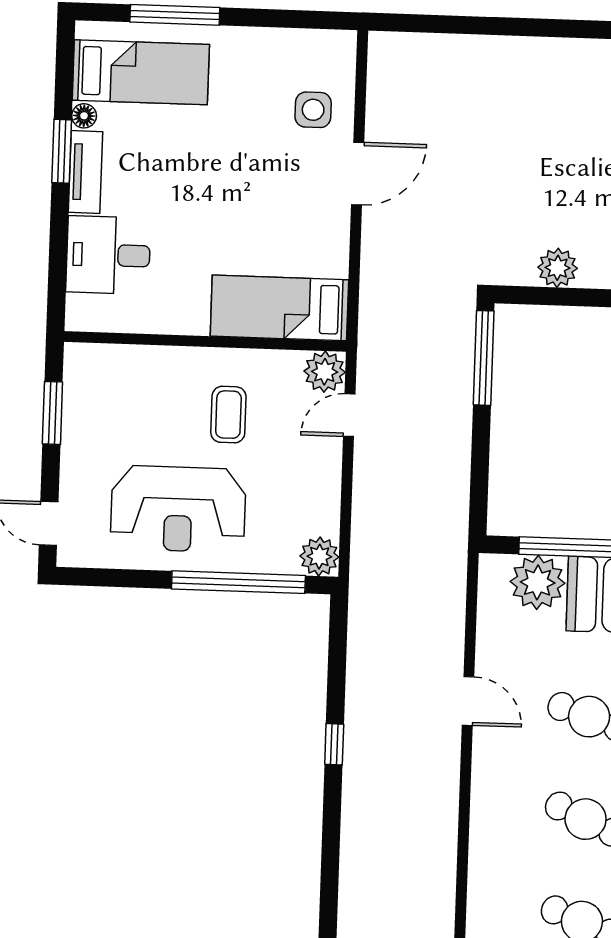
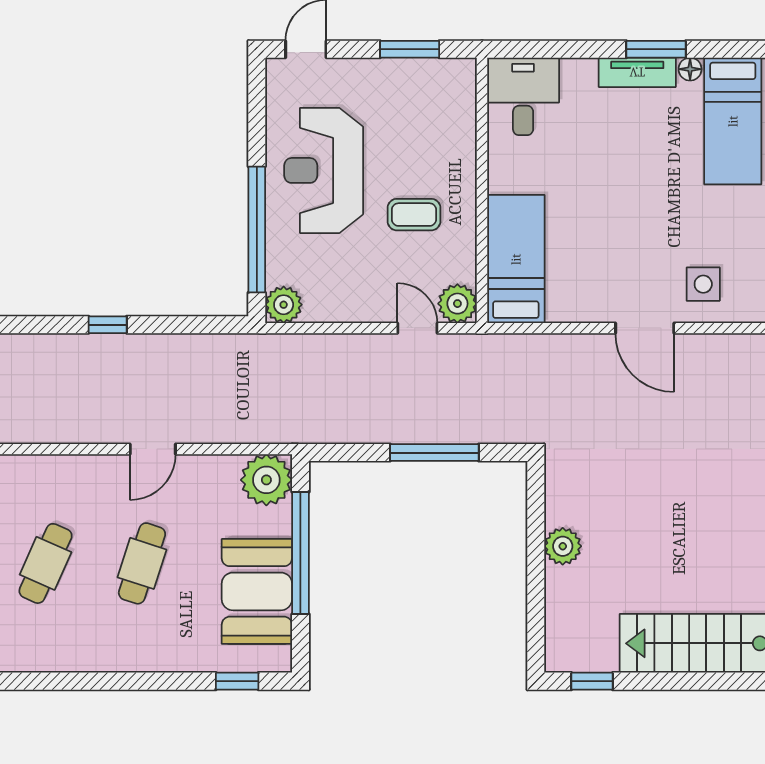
desk: (108, 255) -> (523, 96), moved
plant: (558, 268) -> (563, 546), moved
window: (484, 358) -> (434, 453), moved
plant: (538, 582) -> (266, 480), moved

